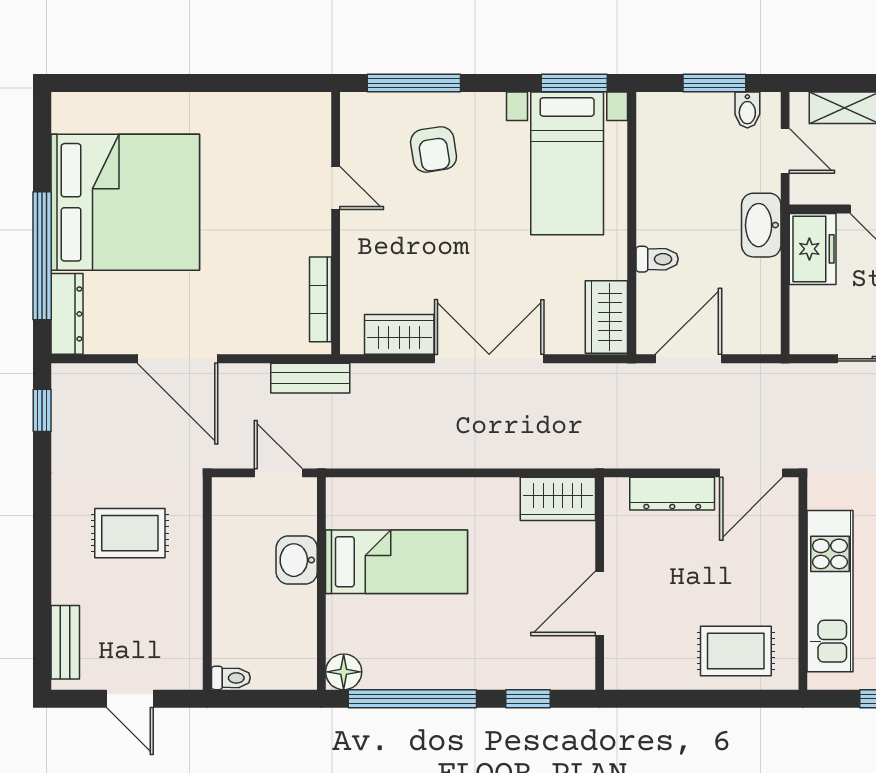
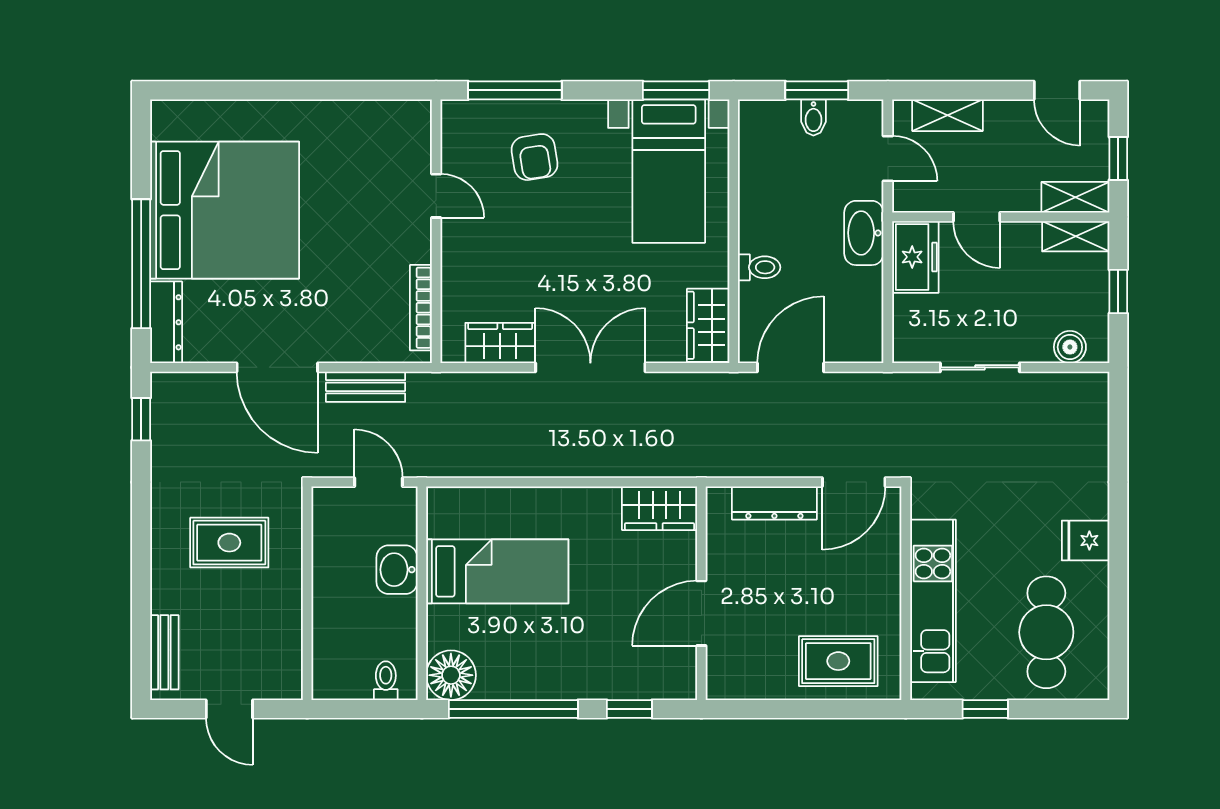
bidet: (747, 110) -> (813, 117), moved
bench: (310, 378) -> (366, 387), moved
floor lamp: (344, 672) -> (451, 675), width x1.38, depth x1.38
toilet: (231, 678) -> (386, 681), moved, turned -90

